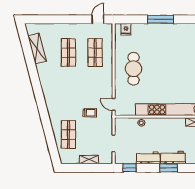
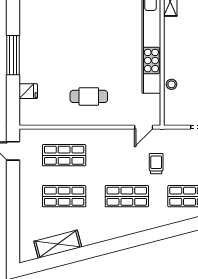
fridge: (126, 29) -> (28, 91), moved
cafe table: (133, 69) -> (89, 96), width x0.73, depth x0.74
shop shelf: (68, 94) -> (127, 196), added

